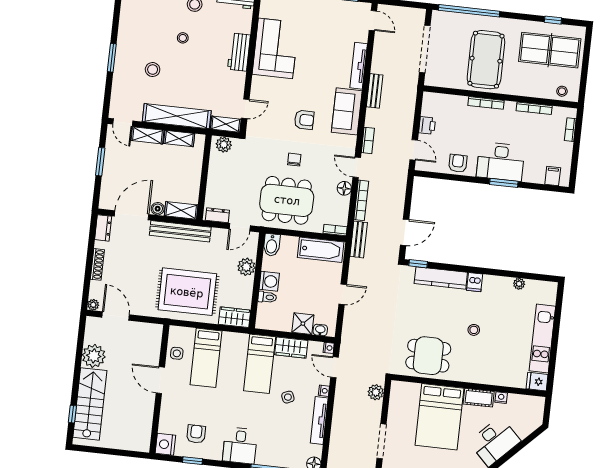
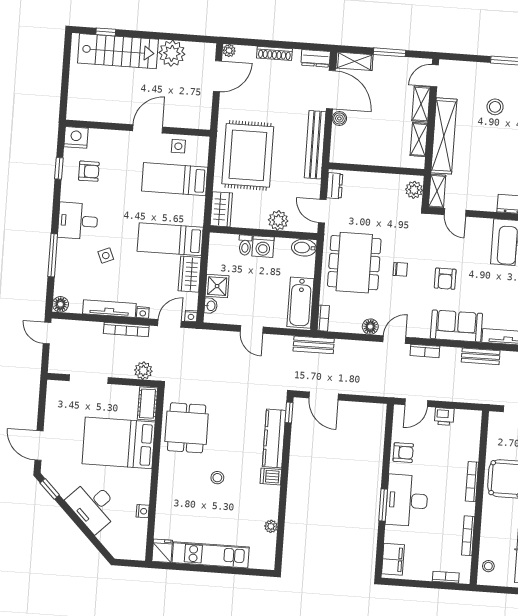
filing cabinet: (553, 176) -> (393, 559), width x2.00
bookcase: (361, 200) -> (126, 330), moved
shelving: (181, 210) -> (354, 61), moved, turned 90
side table: (288, 397) -> (106, 256), moved
cot: (479, 398) -> (148, 404), moved

